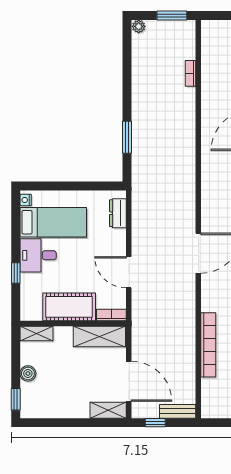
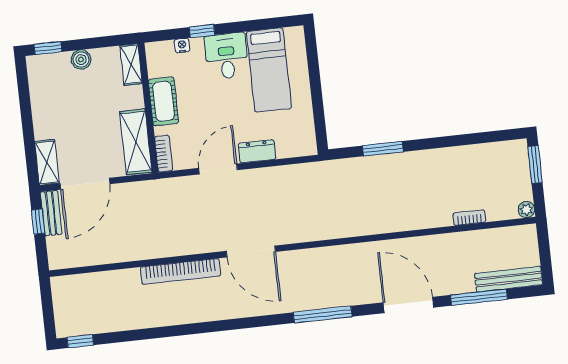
window: (172, 15) -> (535, 165), moved
plant: (139, 26) -> (526, 210), moved
nightstand: (26, 200) -> (182, 45), moved
dresser: (118, 213) -> (257, 151), moved
cot: (69, 307) -> (163, 101), width x0.73, depth x0.75
bookcase: (208, 345) -> (181, 271), moved
bench: (178, 411) -> (51, 213), moved

